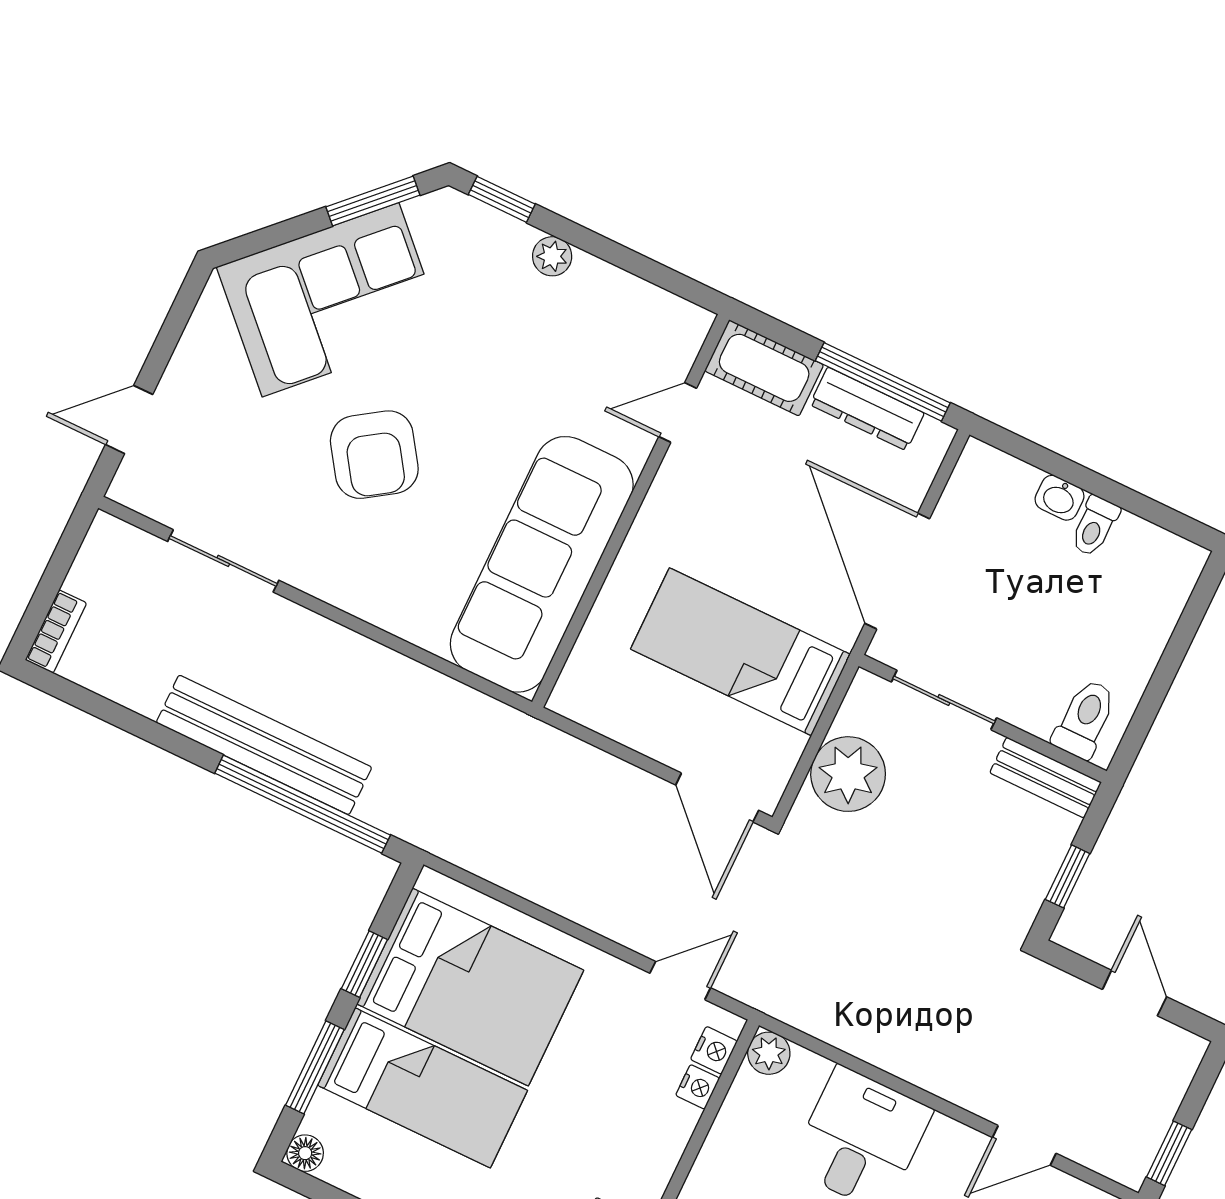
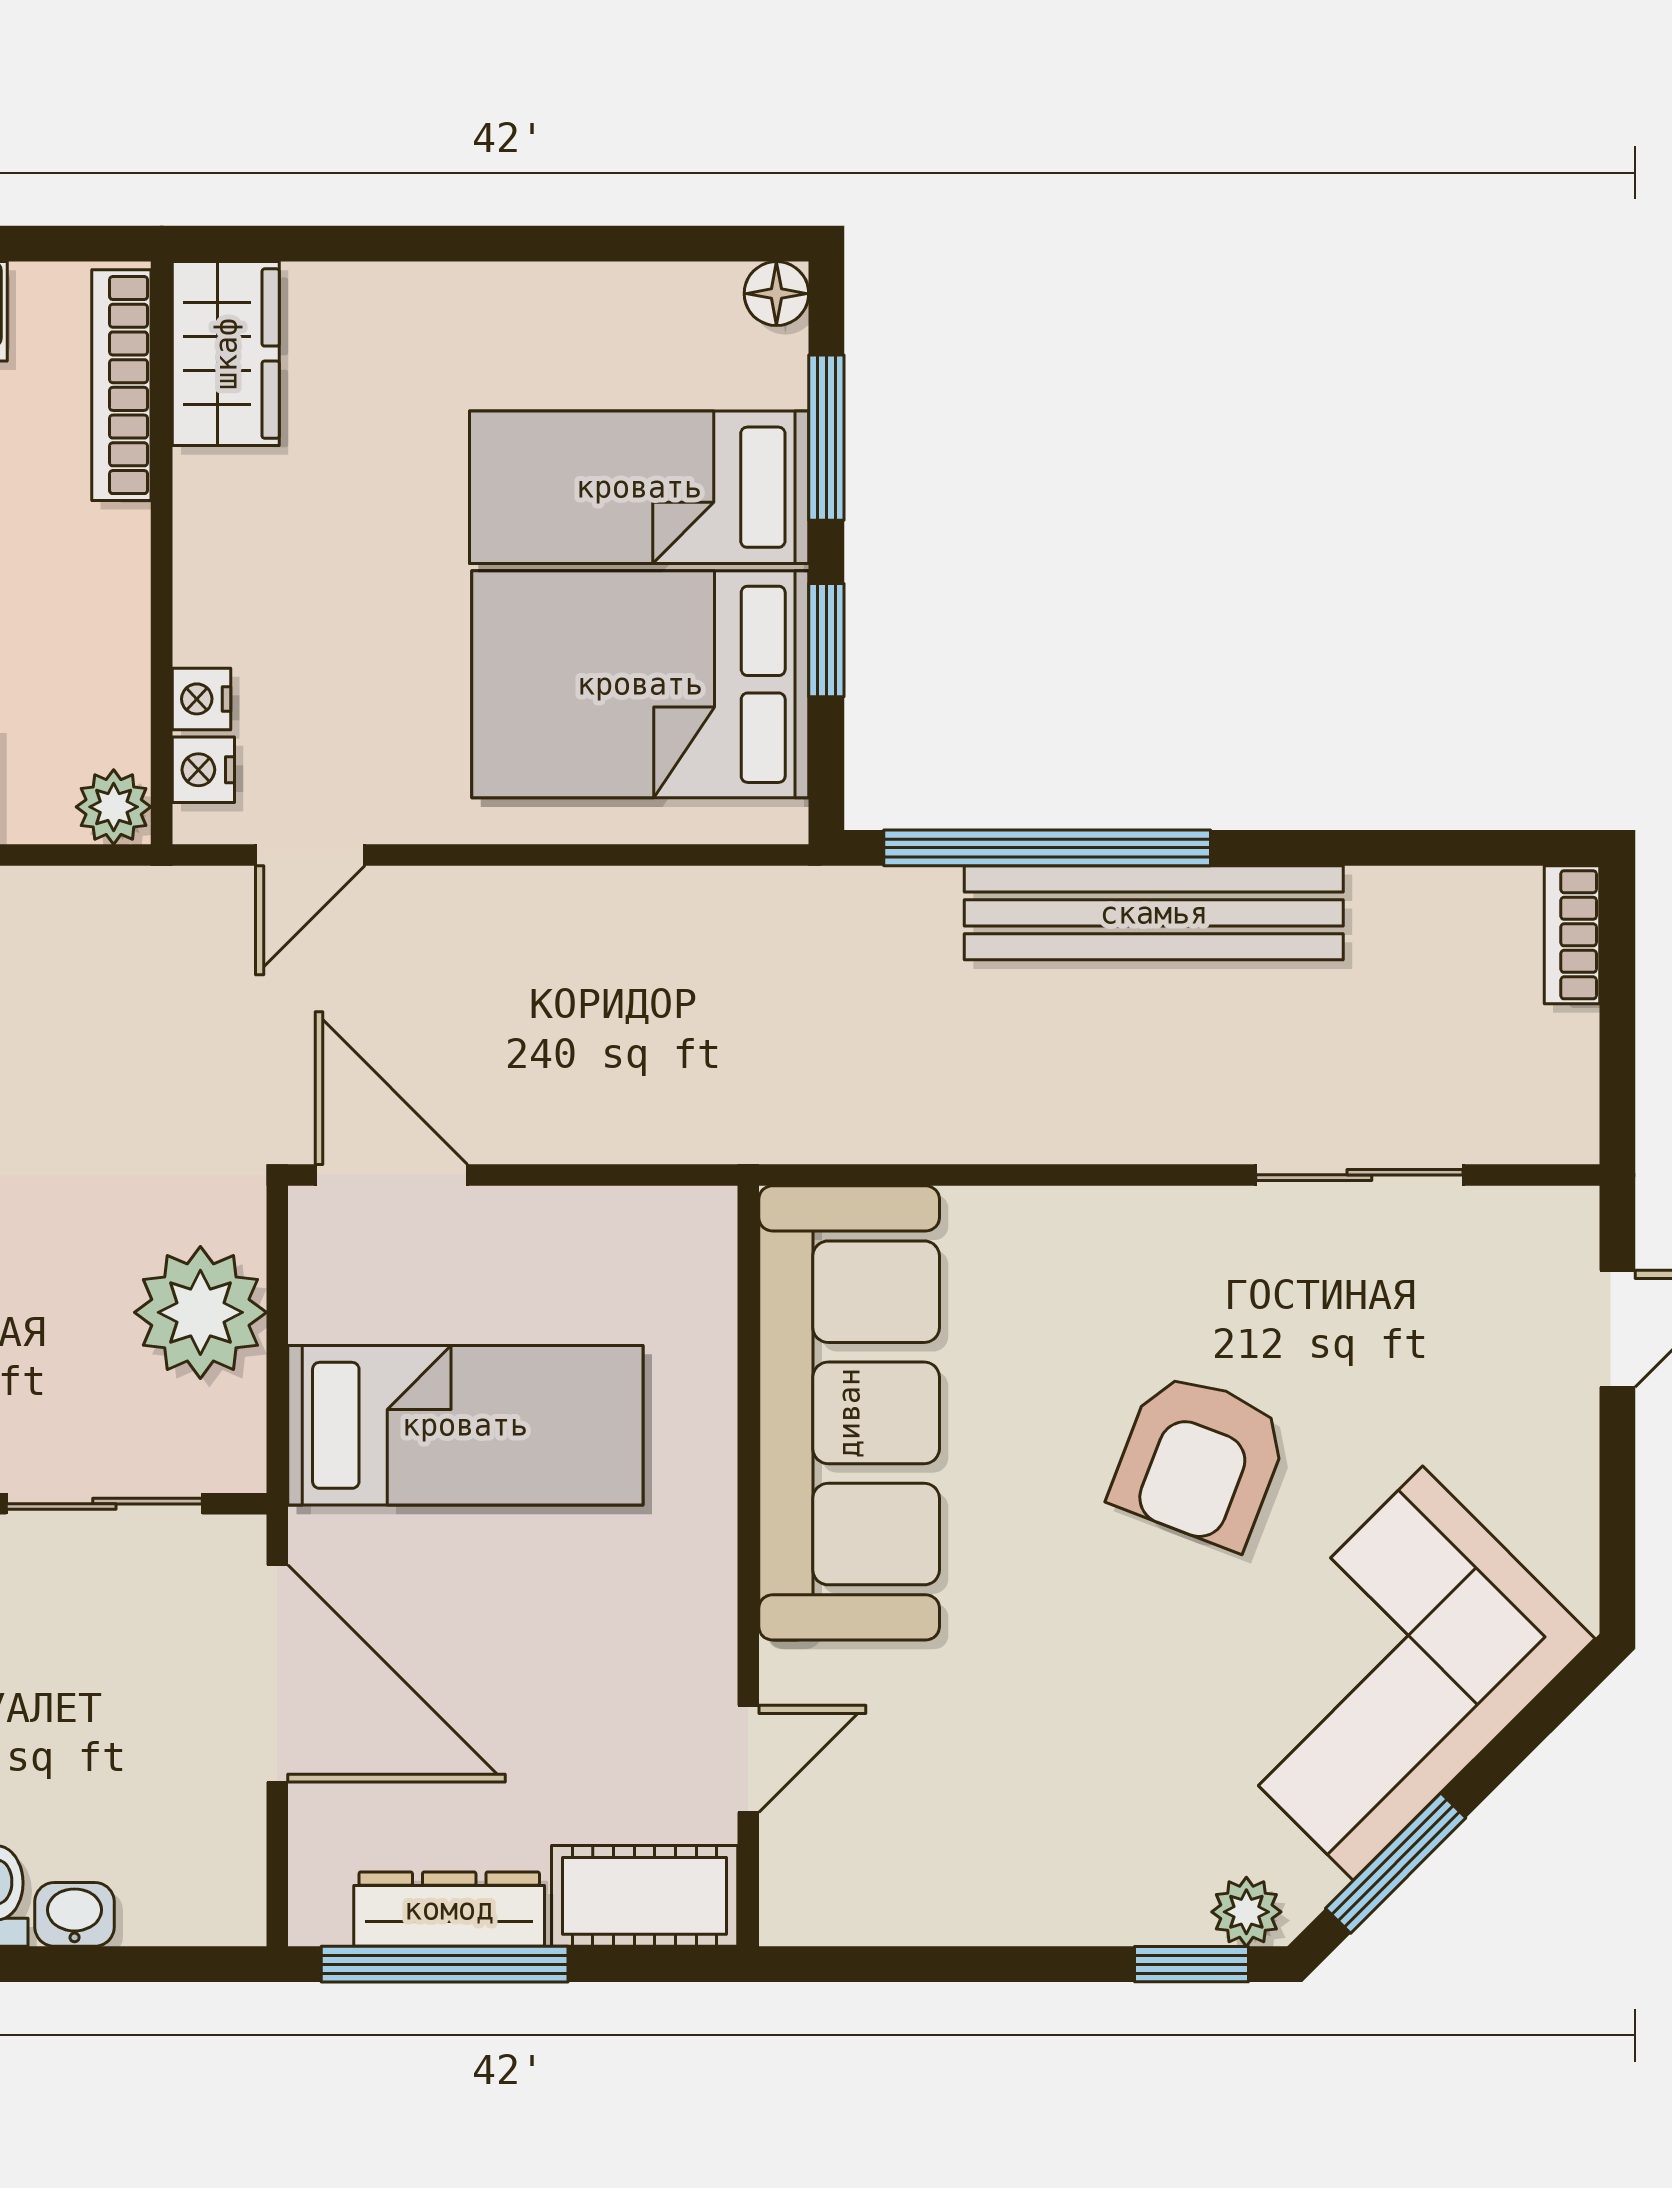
plant: (552, 256) -> (1246, 1912), moved
armchair: (374, 455) -> (1200, 1460), turned -125

